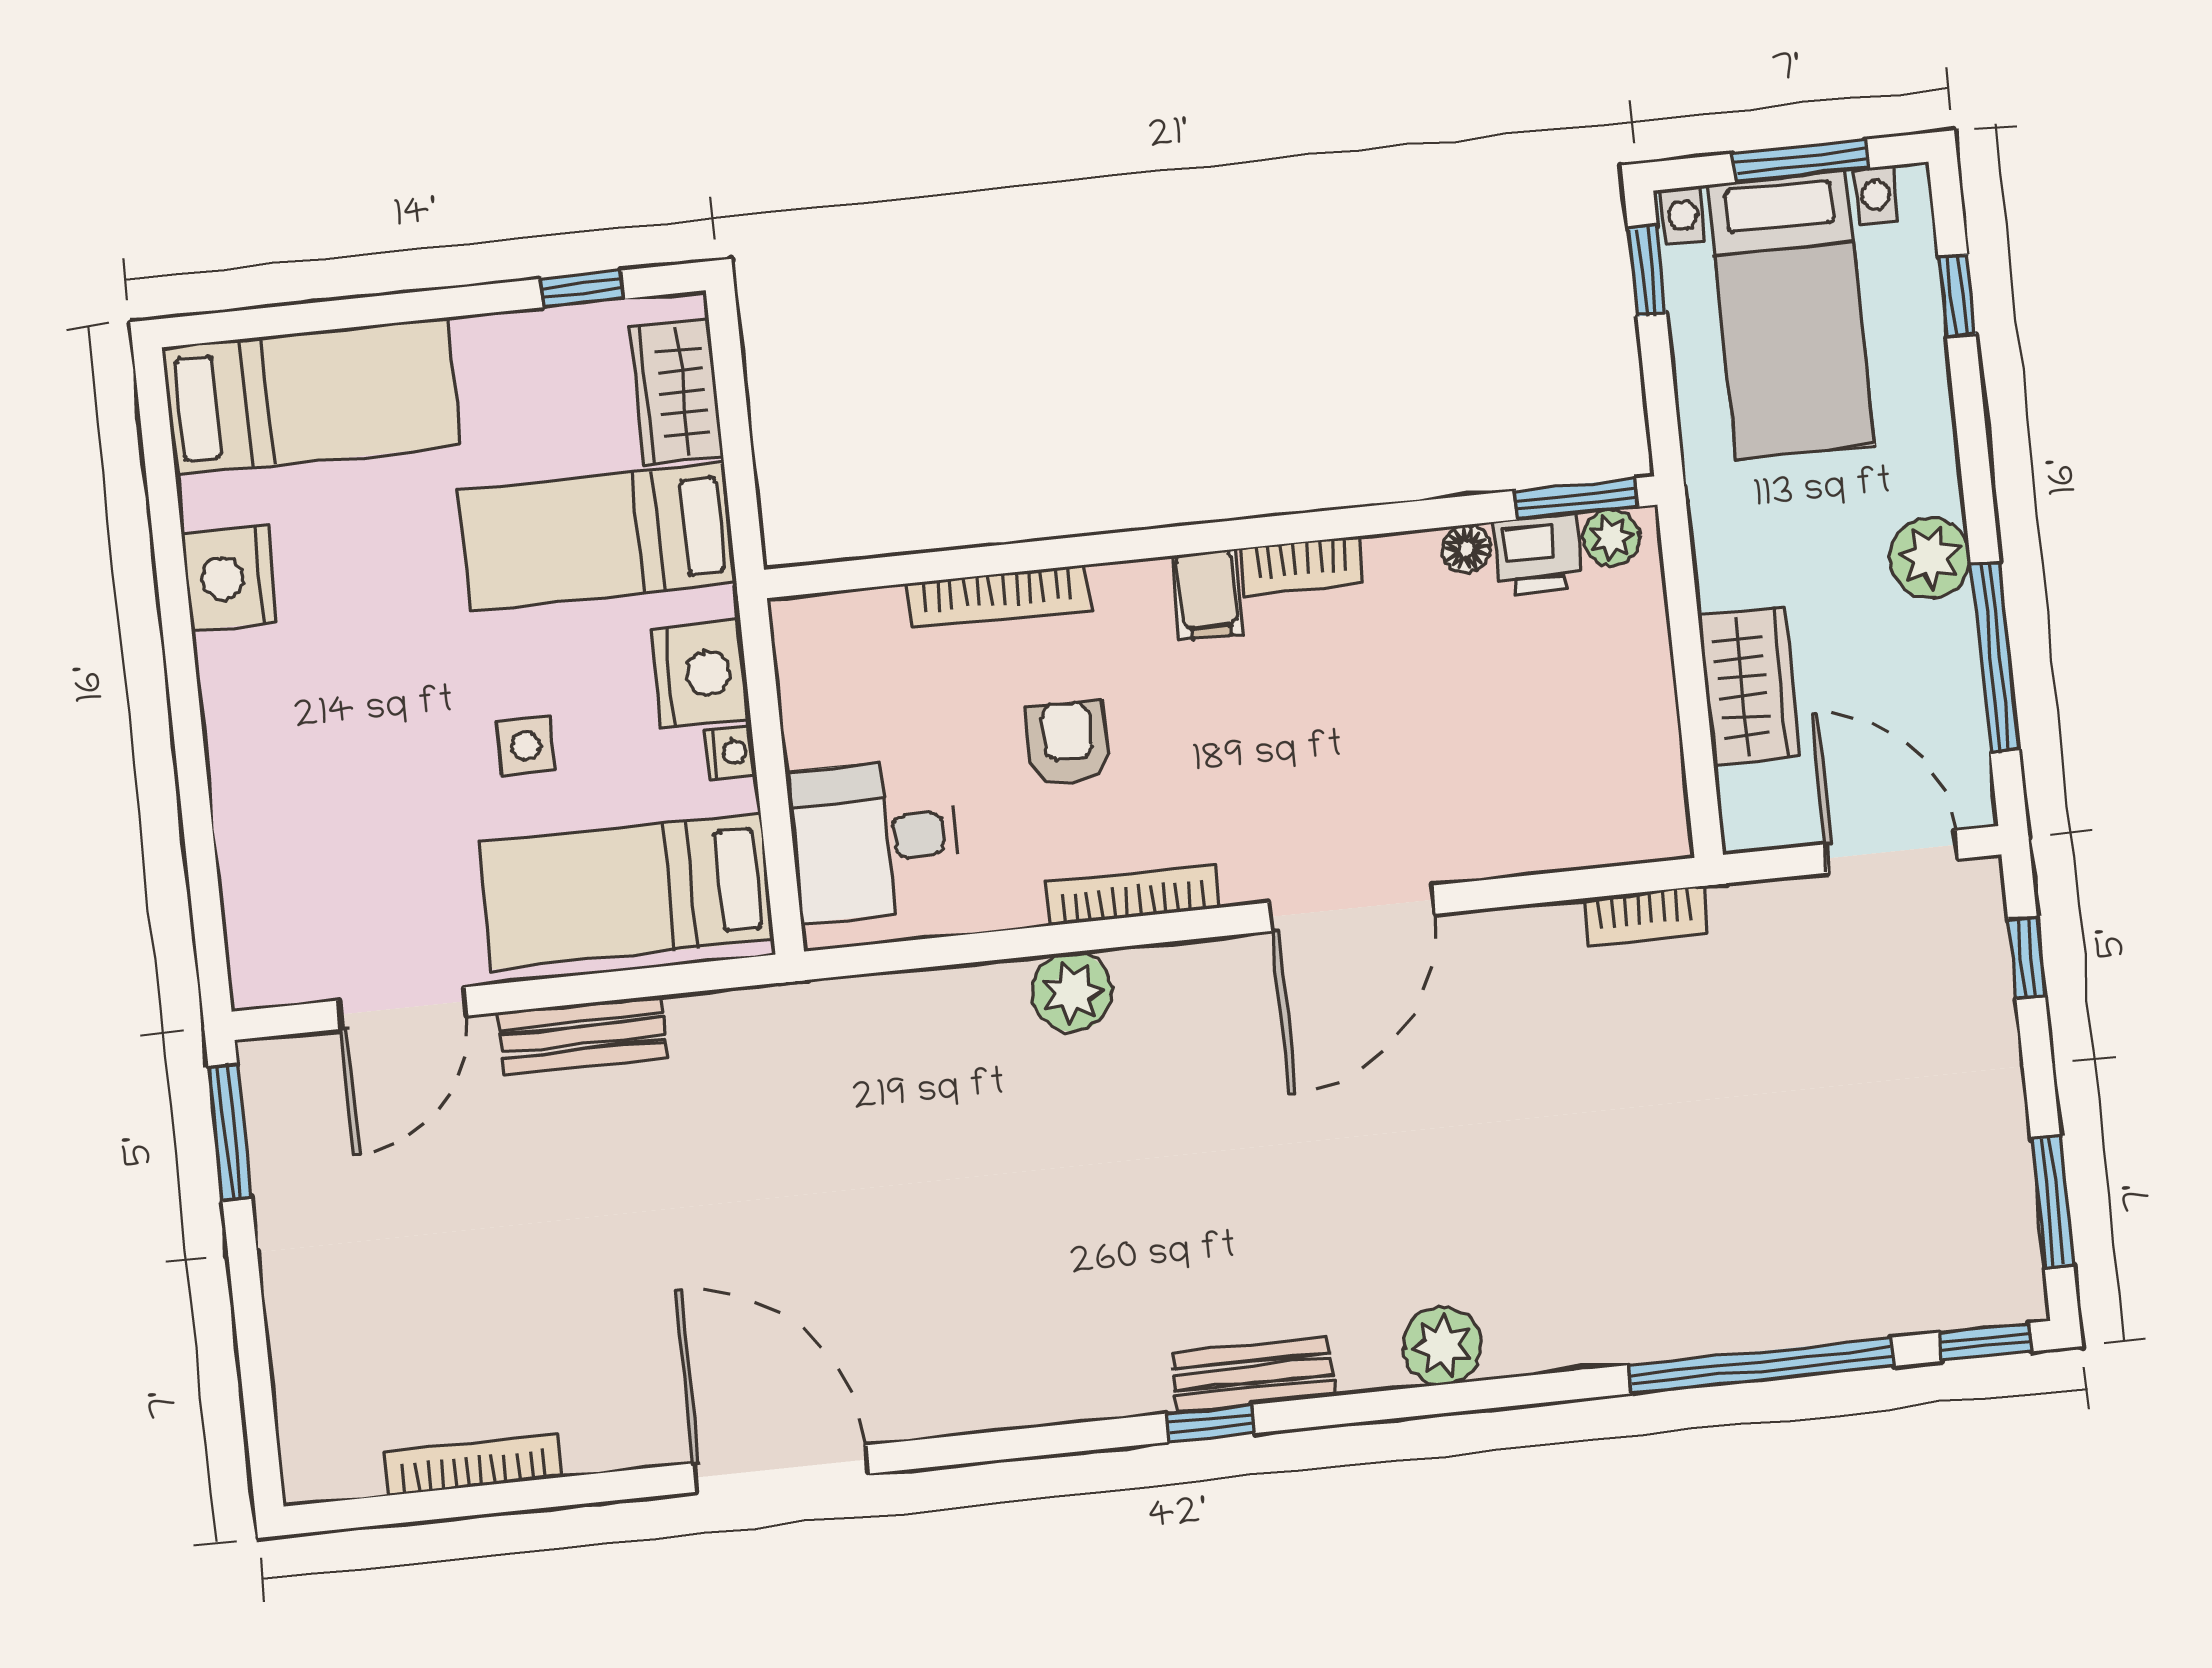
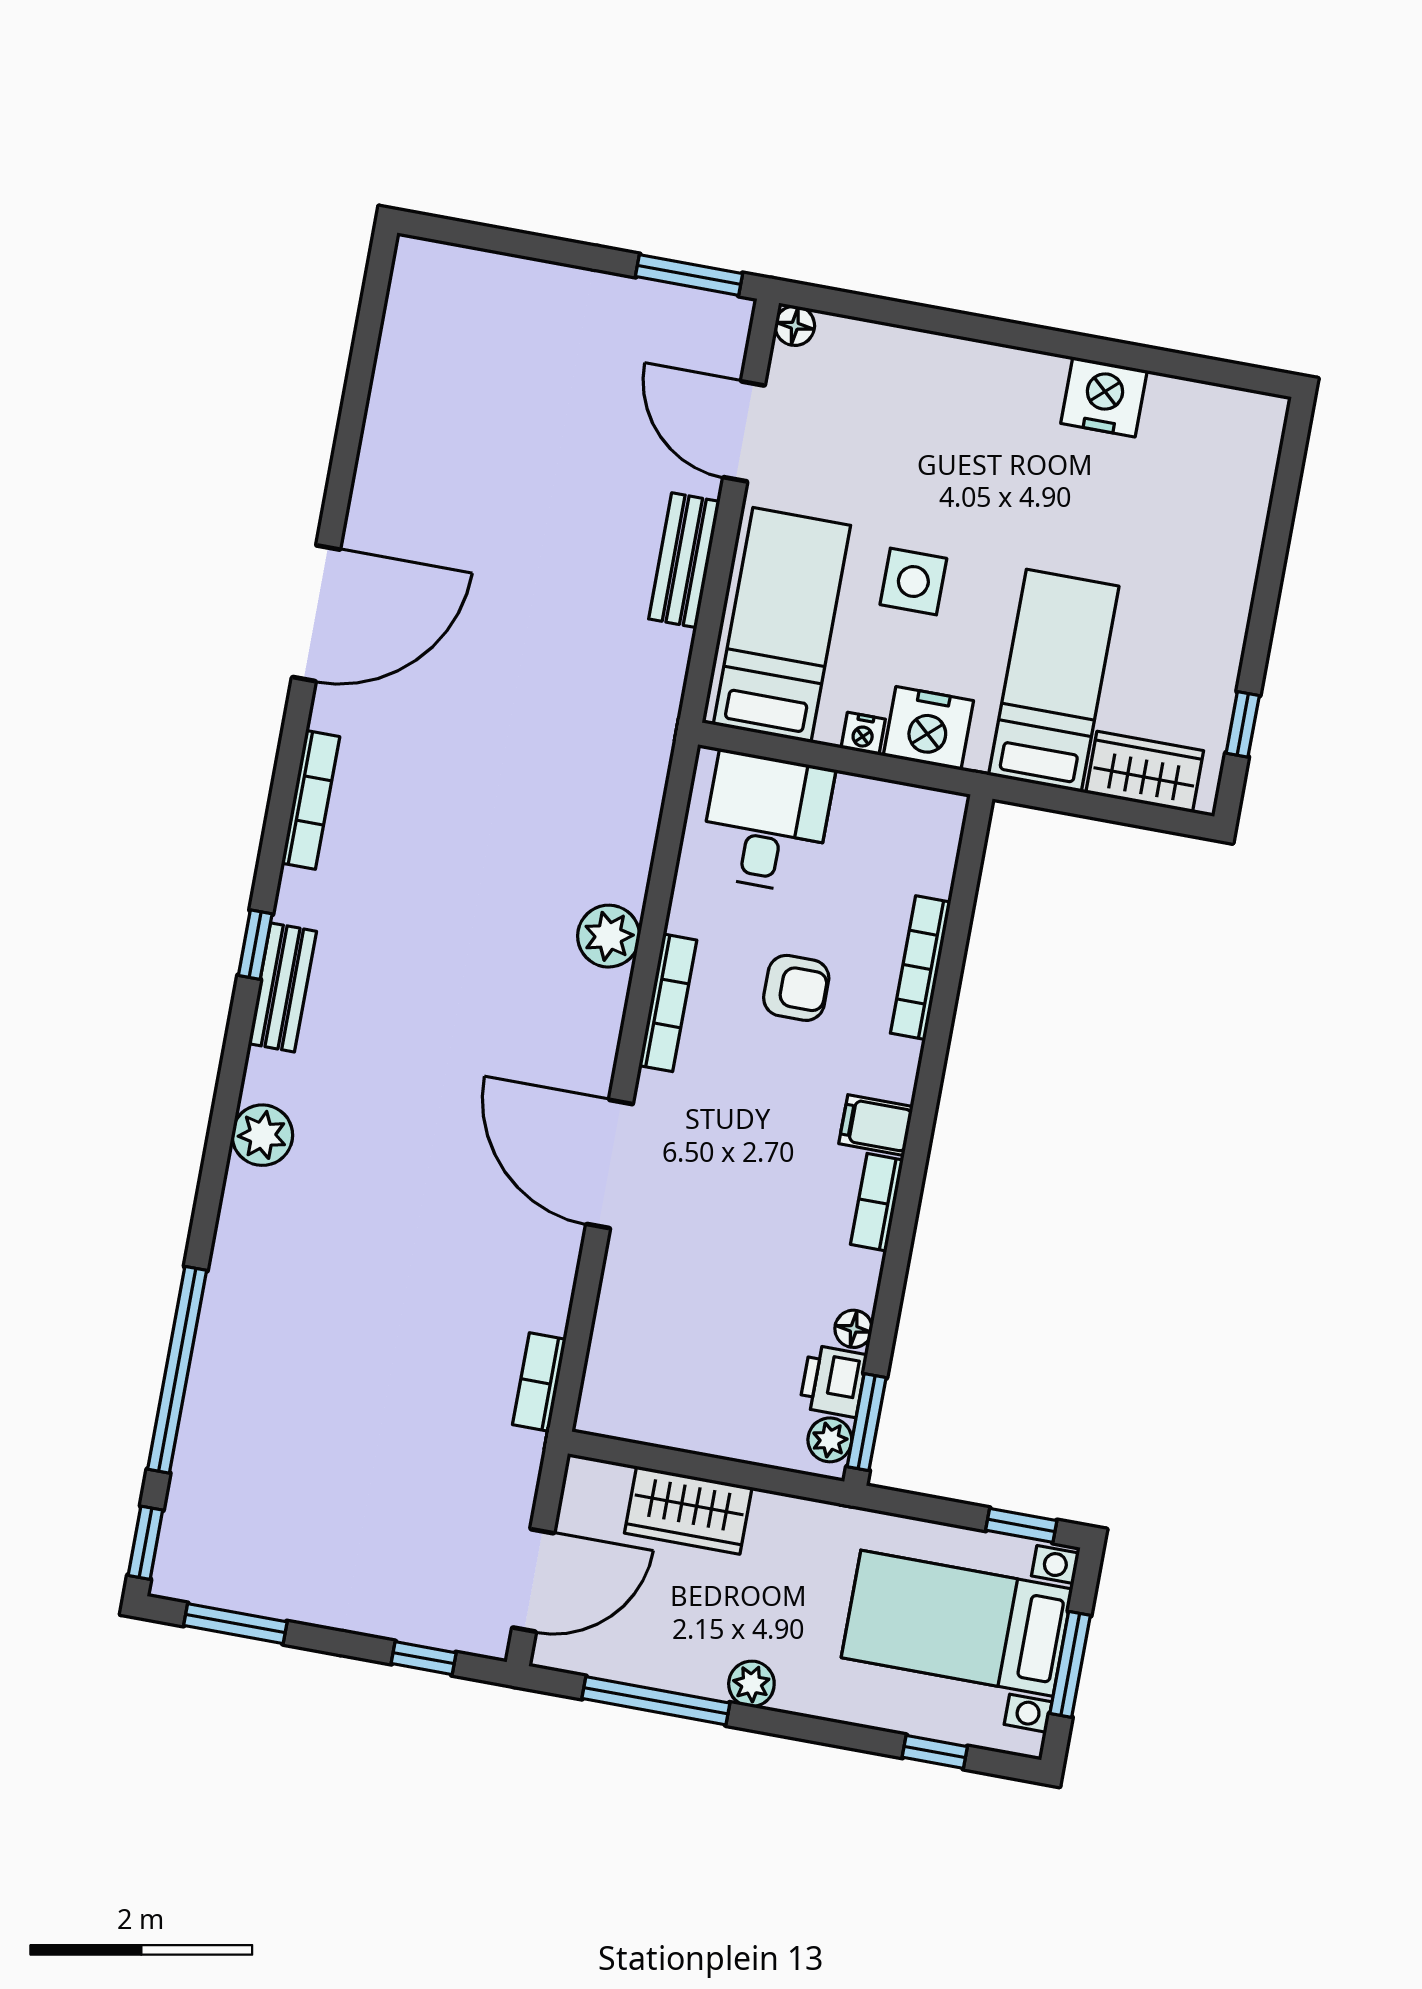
bed: (311, 397) -> (1222, 498), removed
plant: (1930, 558) -> (751, 1684), width x0.73, depth x0.73
side table: (526, 746) -> (913, 582), width x1.37, depth x1.37
floor lamp: (254, 984) -> (795, 326), added
bookcase: (473, 1464) -> (311, 800), moved

